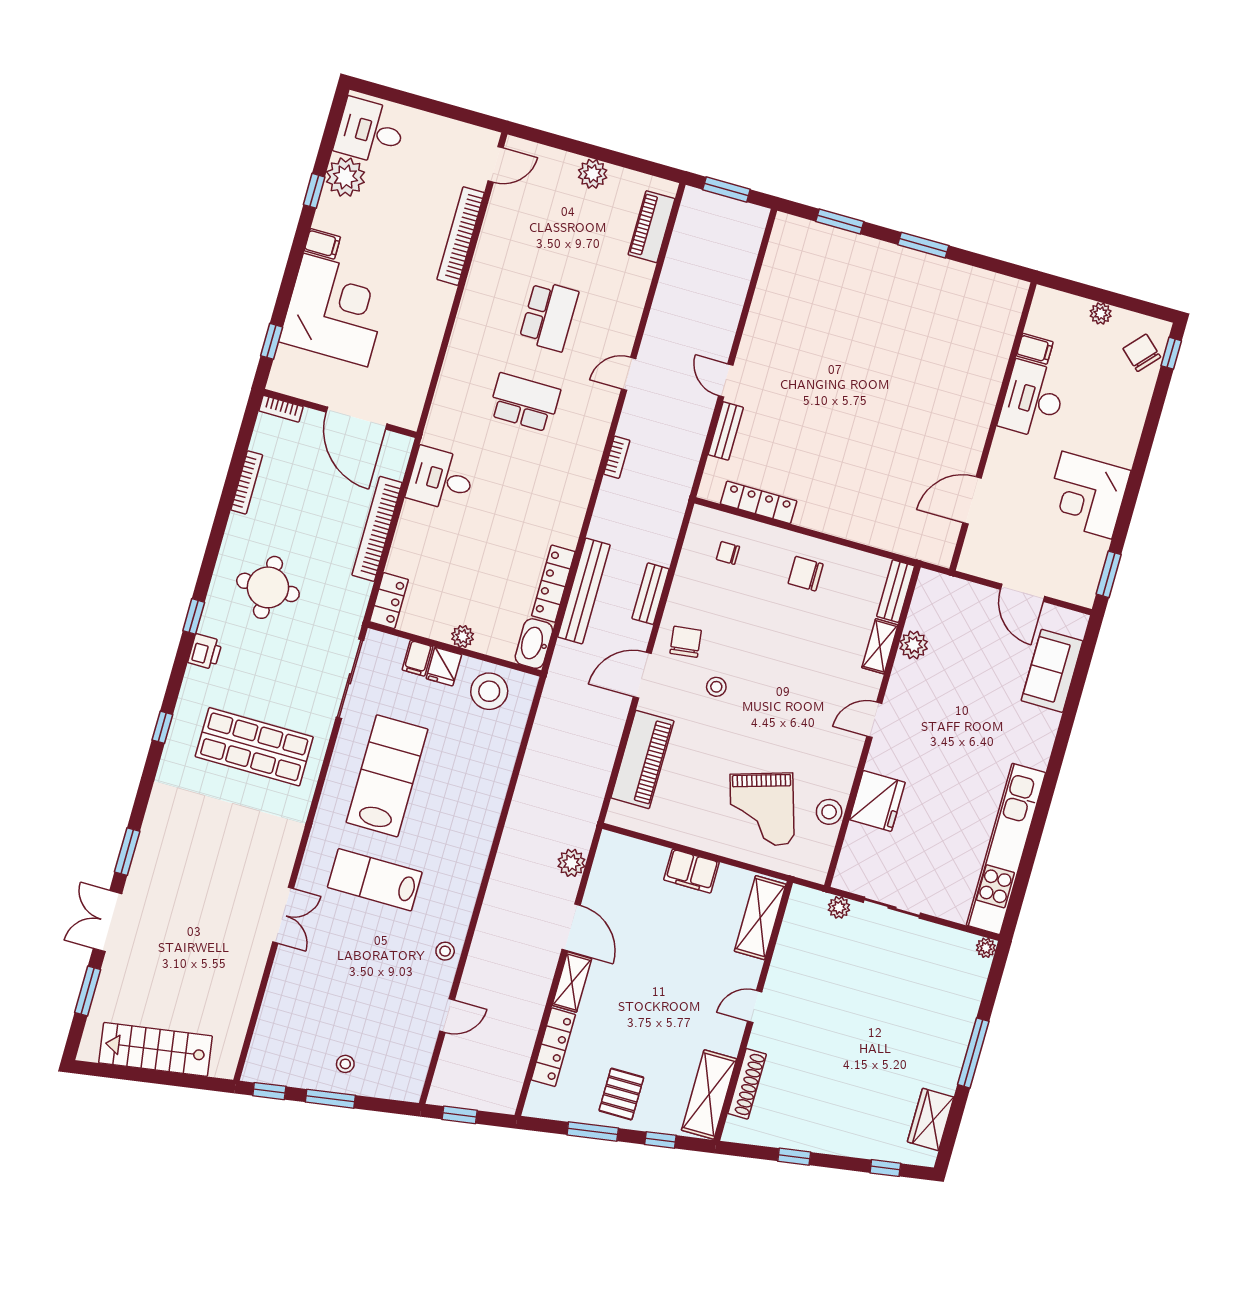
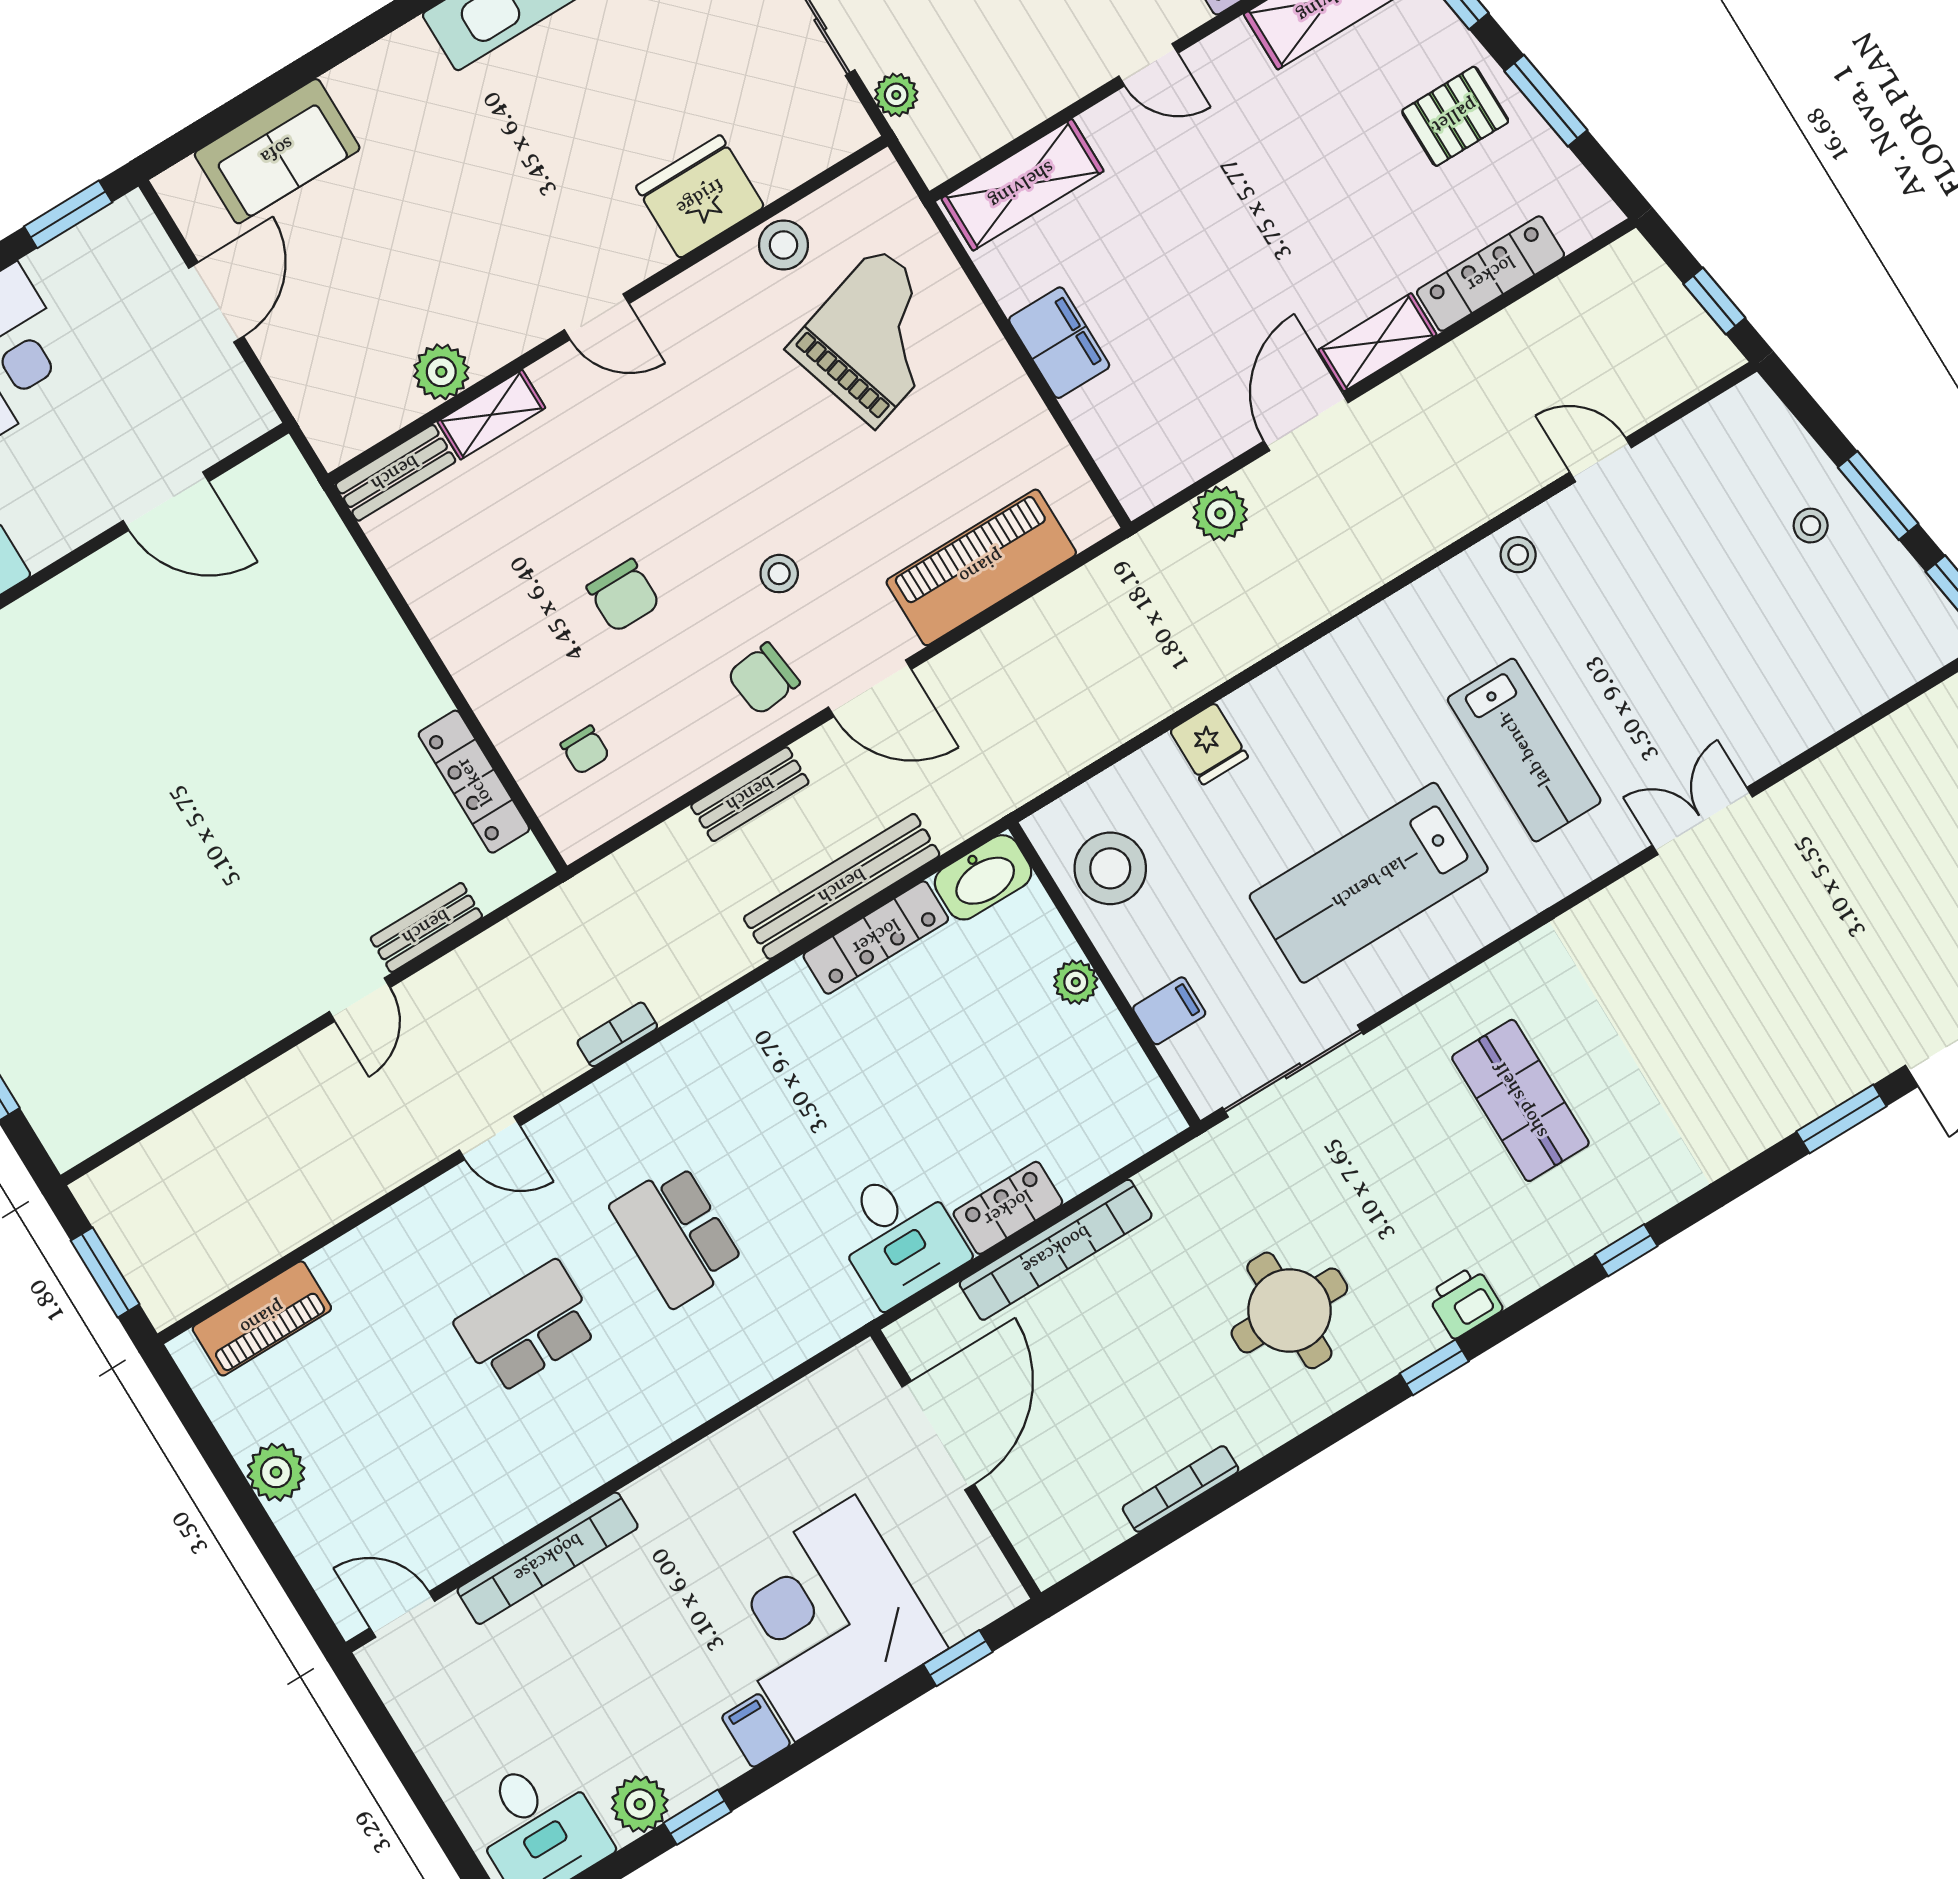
plant: (345, 177) -> (640, 1804), width x0.73, depth x0.73
bookcase: (281, 409) -> (1034, 1549), removed
chair: (806, 574) -> (623, 596), moved
locker: (389, 601) -> (1008, 1208), moved
fridge: (444, 667) -> (1209, 744), moved, turned 90
shop shelf: (254, 747) -> (1520, 1100), width x0.70, depth x0.74

